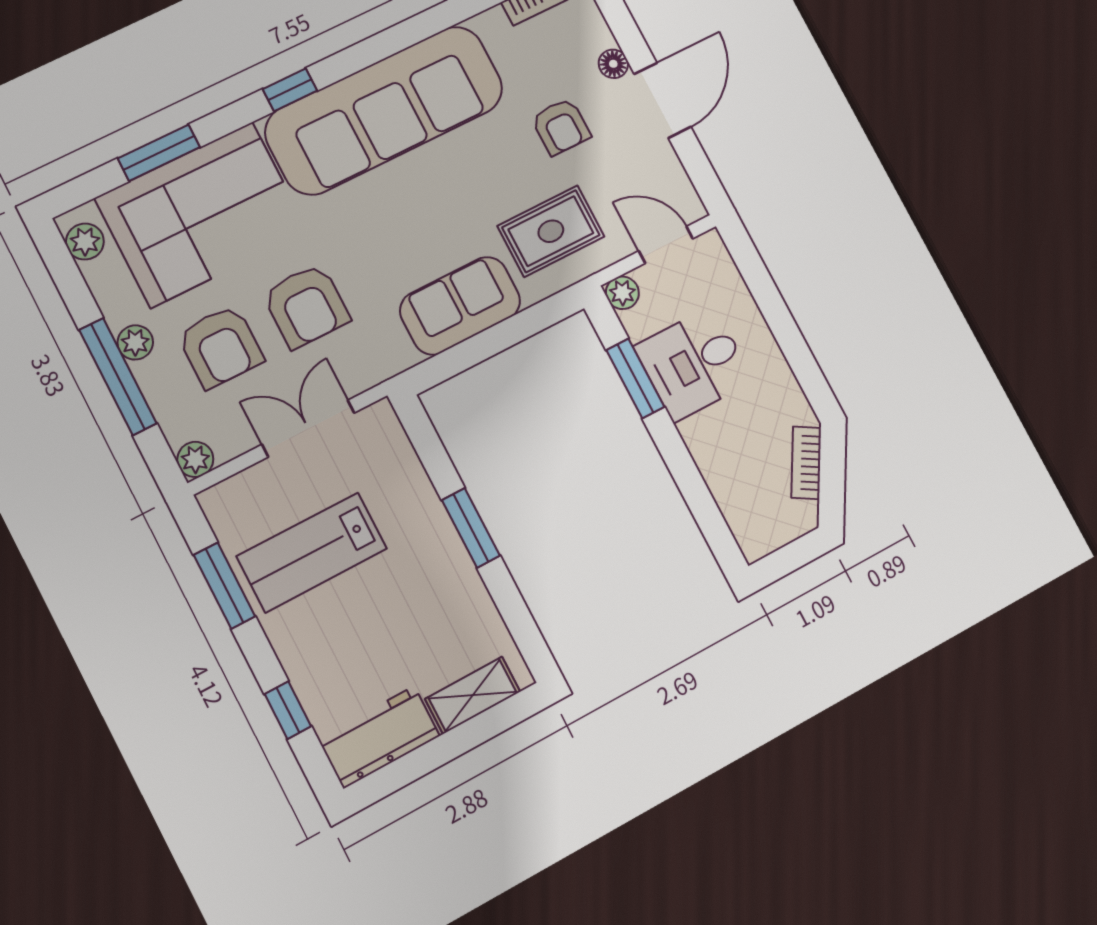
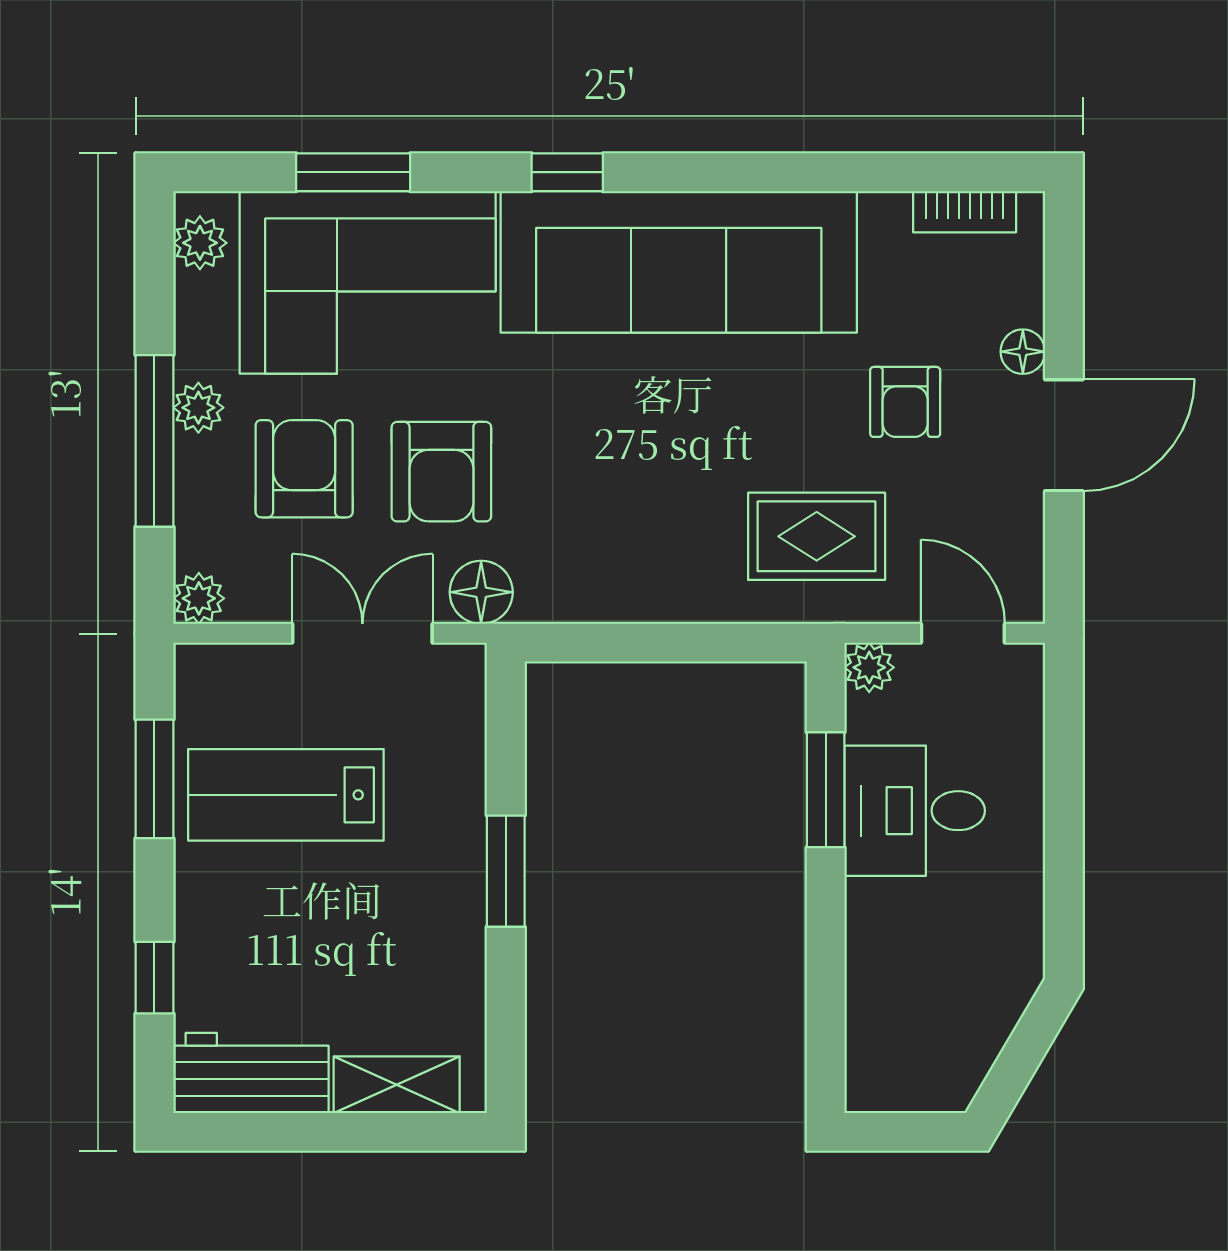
sofa: (460, 306) -> (643, 574), removed
armchair: (221, 347) -> (304, 469), turned 180
floor lamp: (368, 366) -> (481, 592), added
bookcase: (806, 463) -> (996, 1020), removed

